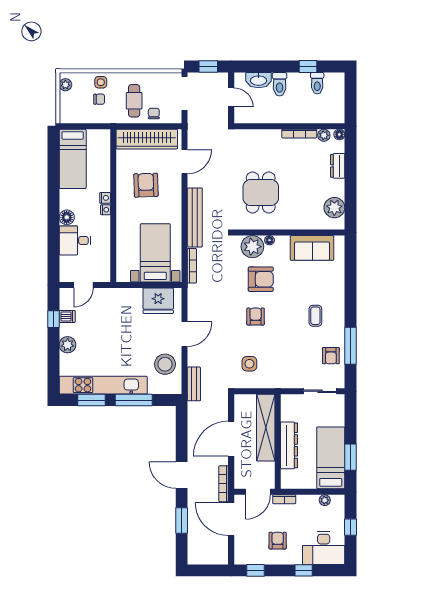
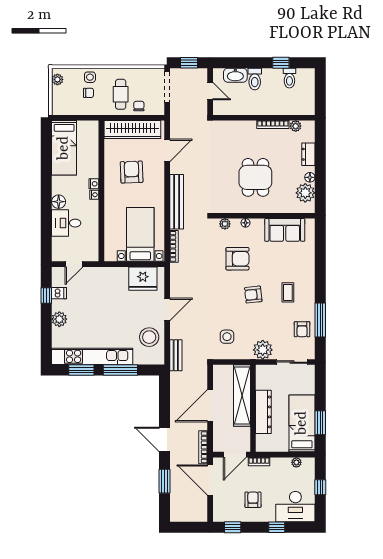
floor lamp: (339, 135) -> (310, 177), moved
dining table: (261, 192) -> (255, 177), moved
plant: (252, 247) -> (225, 224), width x0.53, depth x0.53
armchair: (256, 317) -> (253, 295), moved, turned -96
plant: (288, 378) -> (263, 350), added

